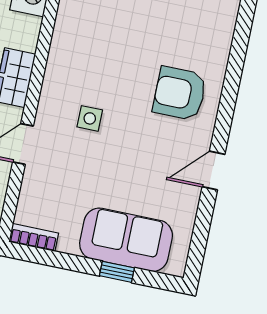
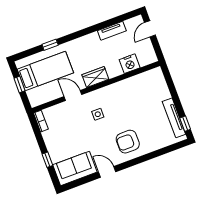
armchair: (180, 93) -> (128, 142), turned -90
sofa: (126, 240) -> (75, 168), moved, turned -90

